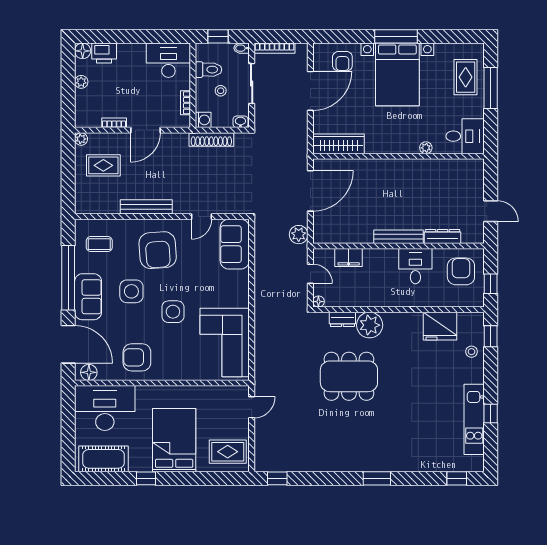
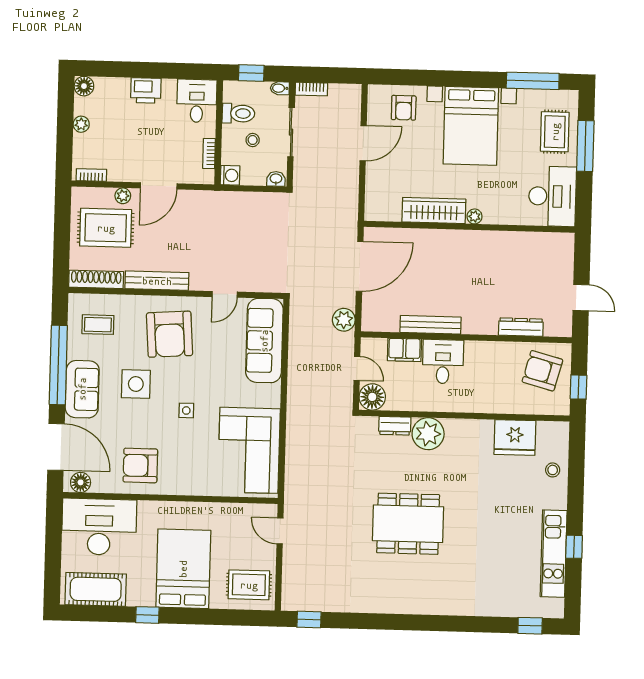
window: (396, 36) -> (533, 81), moved
bookcase: (274, 48) -> (311, 89), width x0.64
printer: (104, 53) -> (146, 90), moved
desk: (168, 60) -> (197, 101), width x0.73
door: (310, 91) -> (363, 143), width x0.73
bookcase: (114, 123) -> (91, 175), moved
desk: (465, 136) -> (552, 196), width x1.37
plant: (81, 139) -> (123, 196), moved
shoe rack: (211, 139) -> (96, 279), moved, turned 180
wardrobe: (339, 144) -> (434, 211), moved
plant: (426, 148) -> (474, 216), moved
rug: (103, 165) -> (106, 228), width x1.36, depth x1.43
bench: (399, 237) -> (430, 325), moved
sofa: (235, 244) -> (264, 341), width x1.36
desk: (415, 266) -> (443, 362), moved
armchair: (461, 271) -> (542, 371), turned -75
floor lamp: (318, 302) -> (372, 397), width x1.89, depth x1.89
side table: (173, 312) -> (186, 410), width x0.54, depth x0.54
window: (491, 336) -> (577, 452), removed
dining table: (349, 376) -> (408, 524), moved
door: (252, 407) -> (280, 531), swing flipped
window: (377, 478) -> (432, 623), removed

